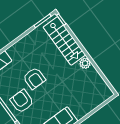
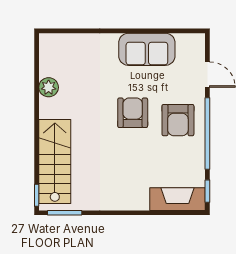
plant: (85, 63) -> (49, 87), moved
armchair: (34, 78) -> (133, 113), moved

